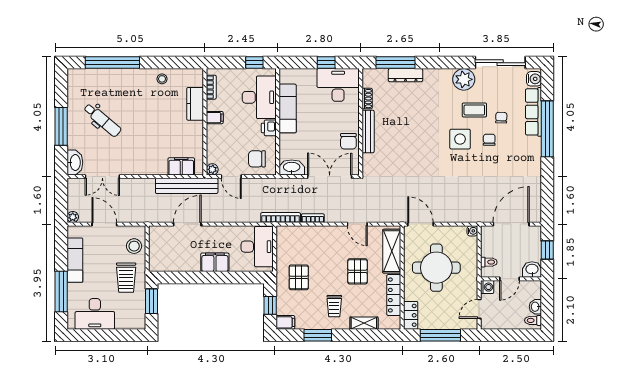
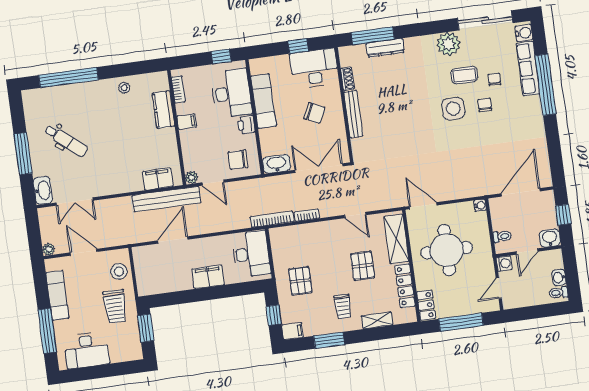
chair: (348, 141) -> (314, 113), moved, turned -65

